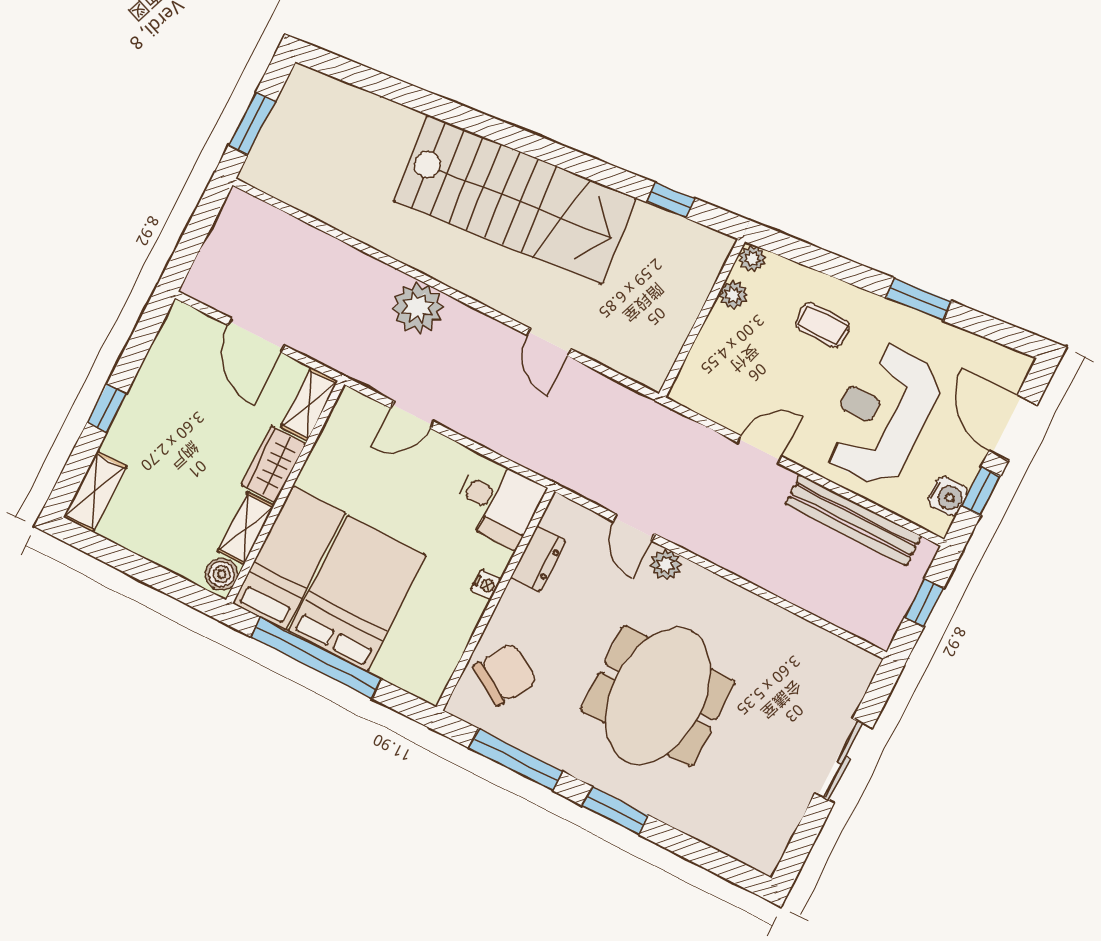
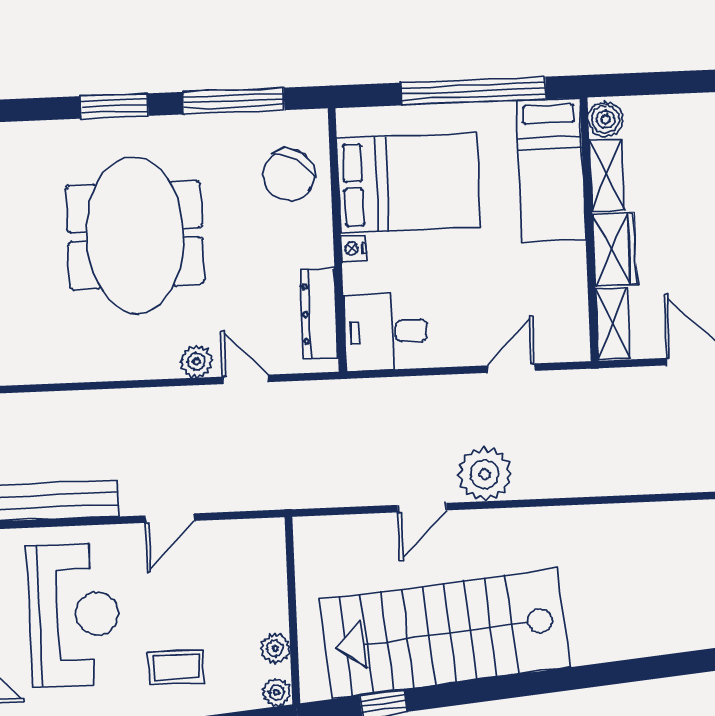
stairs: (515, 200) -> (445, 634), moved
plant: (418, 308) -> (485, 474), moved
door: (549, 342) -> (422, 508), swing flipped
dresser: (538, 559) -> (319, 314), width x1.44
bed: (357, 594) -> (409, 183), moved, turned -90

